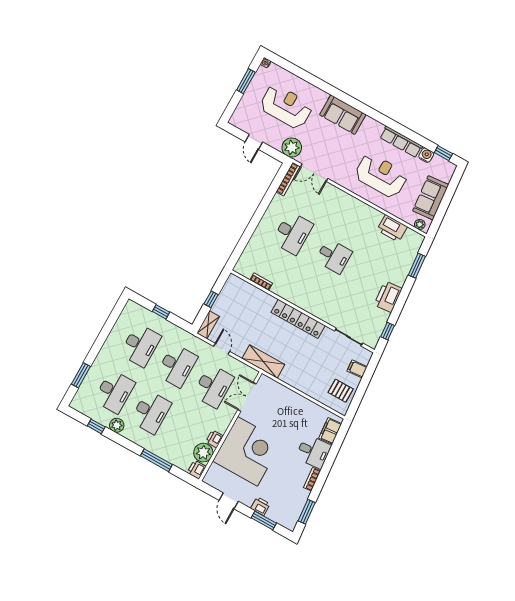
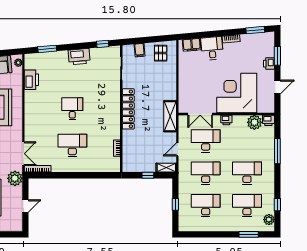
plant: (117, 425) -> (269, 220), moved
printer: (215, 439) -> (226, 120), moved

